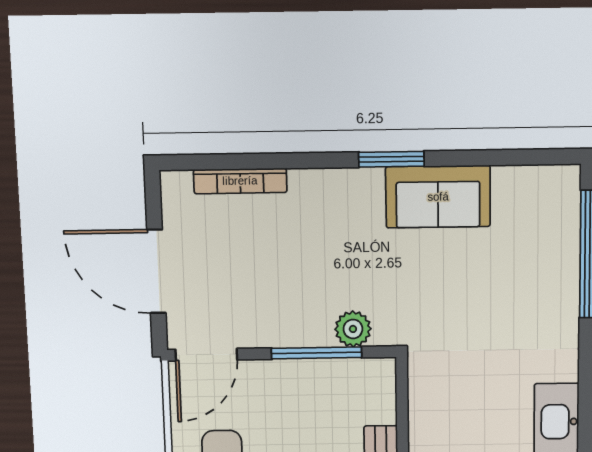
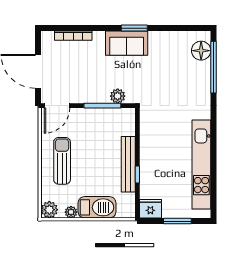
sofa: (438, 197) -> (127, 43), moved
floor lamp: (557, 214) -> (201, 51), added

